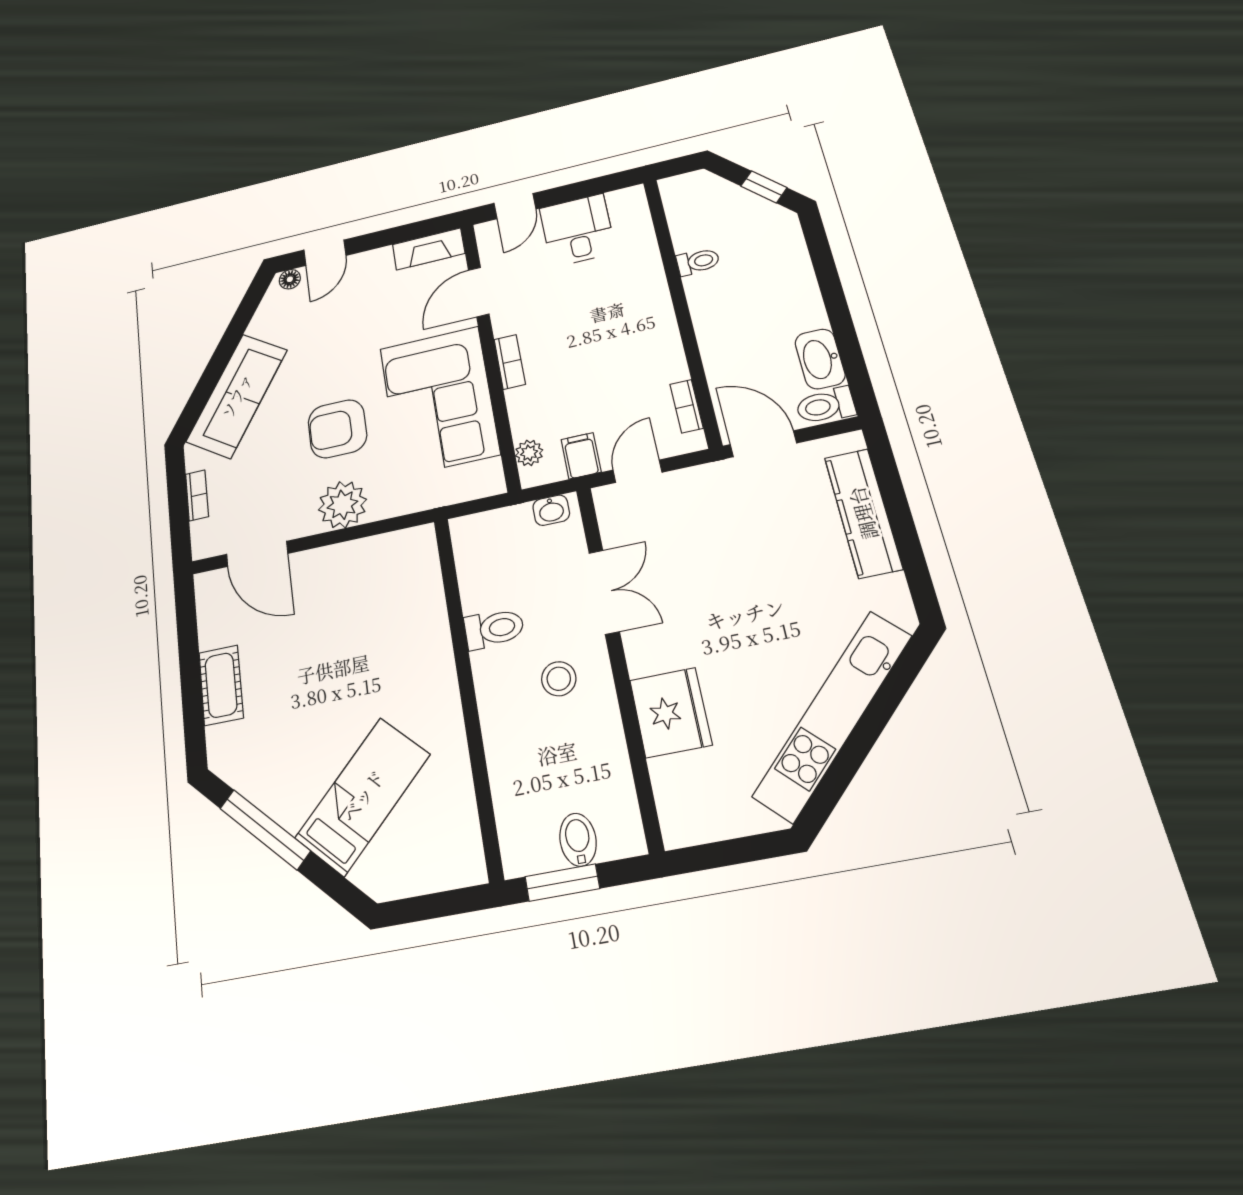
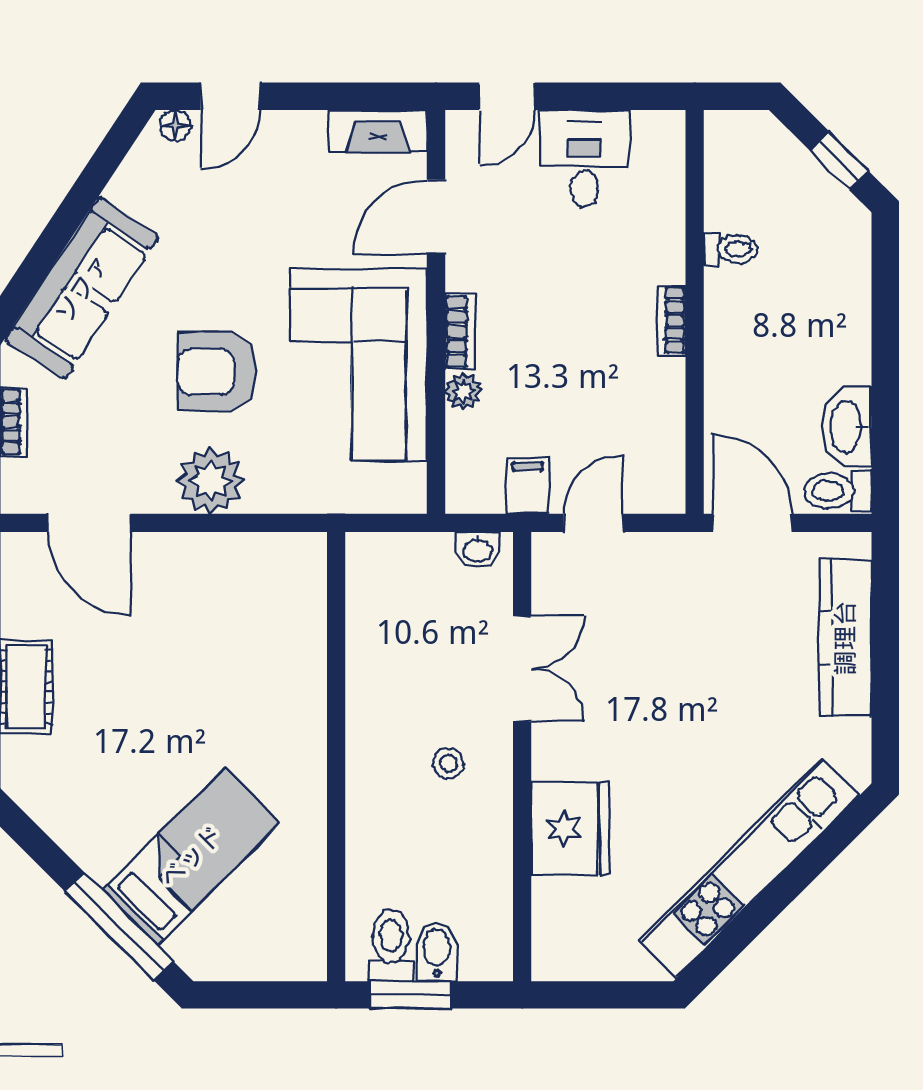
bookcase: (687, 406) -> (672, 320), moved
plant: (529, 453) -> (463, 391), moved
toilet: (494, 629) -> (391, 945), moved, turned -90
stool: (559, 679) -> (448, 763), width x0.73, depth x0.73
window: (265, 829) -> (119, 927), moved

